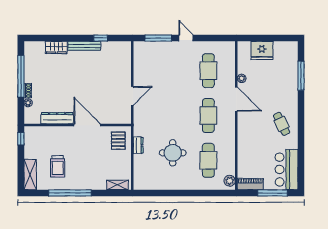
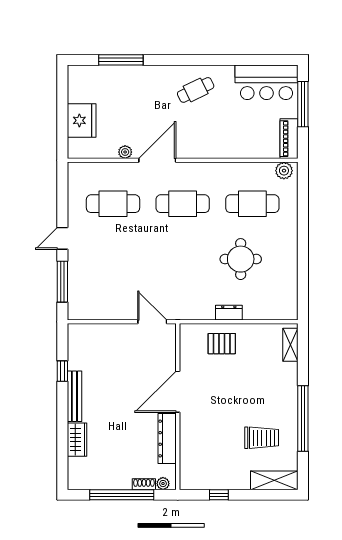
dresser: (57, 118) -> (167, 438), moved
wall: (78, 125) -> (178, 407), moved
door: (87, 125) -> (178, 392), moved

